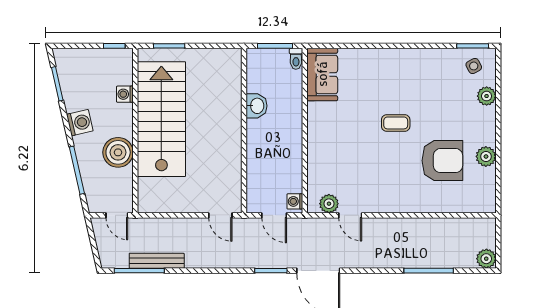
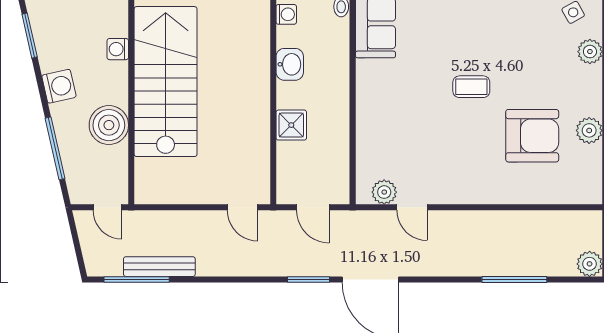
shower: (258, 152) -> (291, 125), added
washing machine: (295, 201) -> (286, 14), moved, turned 180

